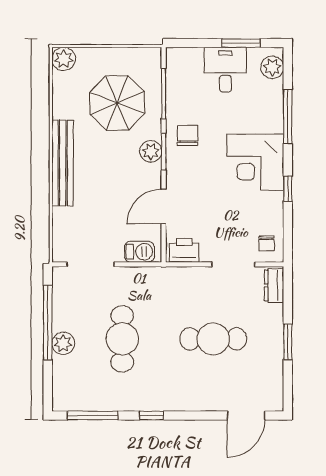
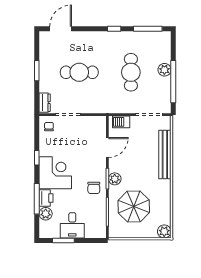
plant: (272, 67) -> (46, 214), moved
bench: (63, 163) -> (165, 155), moved
printer: (184, 250) -> (46, 198), moved, turned -90

